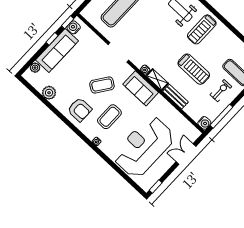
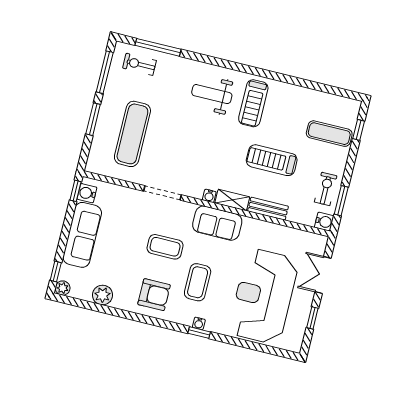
window: (52, 39) -> (56, 271), moved
plant: (35, 68) -> (63, 288), moved
treadmill: (194, 69) -> (272, 160), turned 180
coffee table: (102, 85) -> (165, 247), turned 55
exercise bike: (221, 91) -> (326, 189), moved
window: (221, 116) -> (341, 201), width x0.69
window: (94, 147) -> (199, 333), added
window: (156, 186) -> (312, 318), moved

